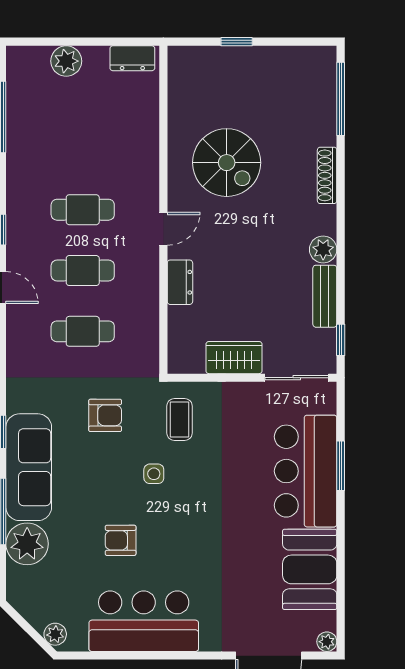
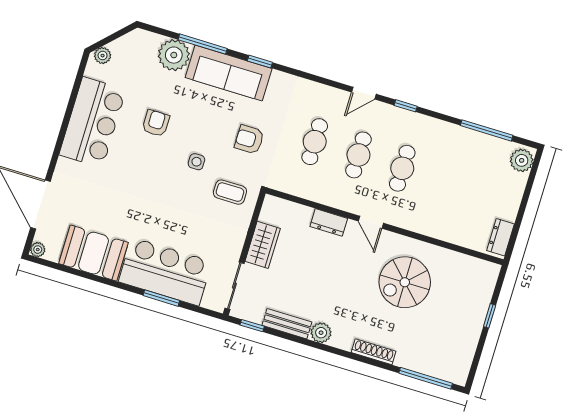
plant: (66, 61) -> (522, 160), moved
armchair: (105, 415) -> (249, 139), turned 90

